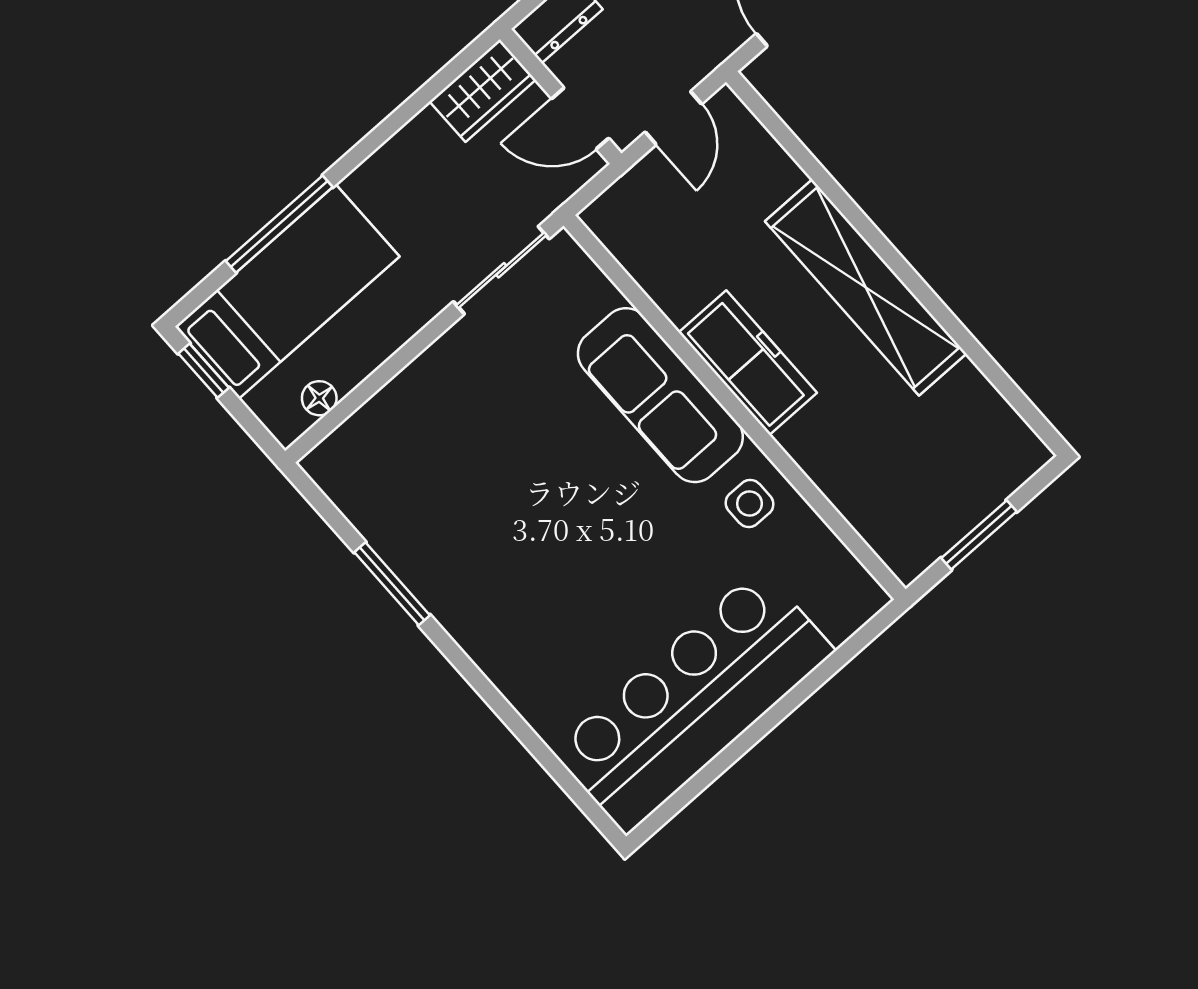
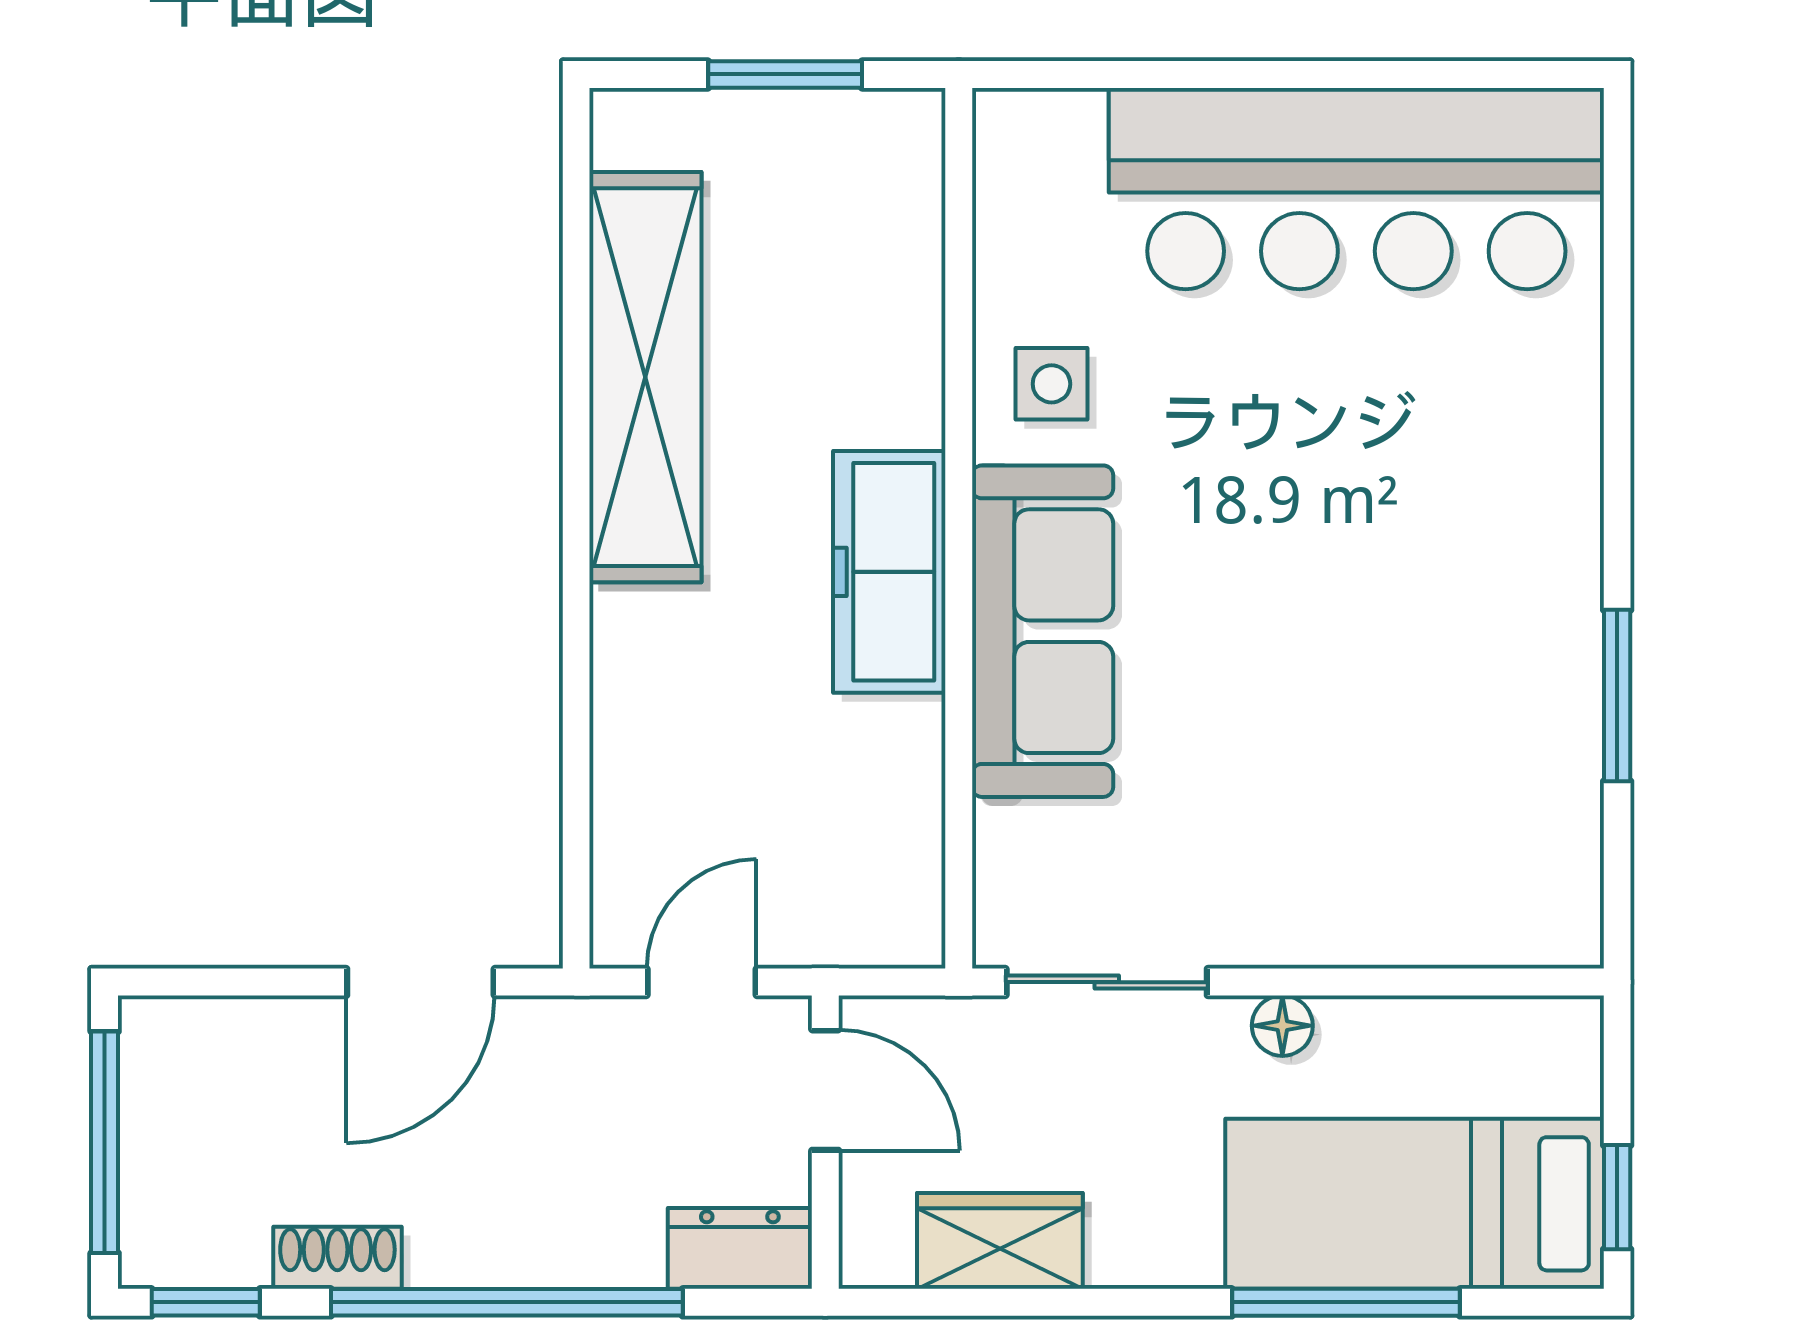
wardrobe: (483, 91) -> (1000, 1241), moved
shelving: (866, 287) -> (645, 377), moved
floor lamp: (319, 398) -> (1282, 1026), moved

